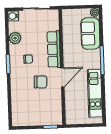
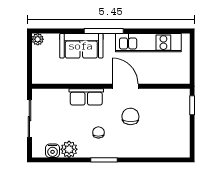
water cooler: (13, 16) -> (53, 151), moved
sofa: (90, 33) -> (81, 46), moved
row of seats: (54, 49) -> (86, 97), width x0.68

